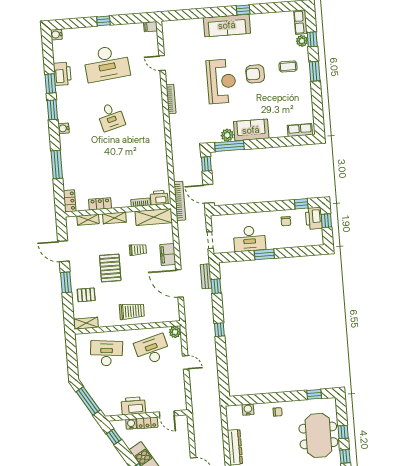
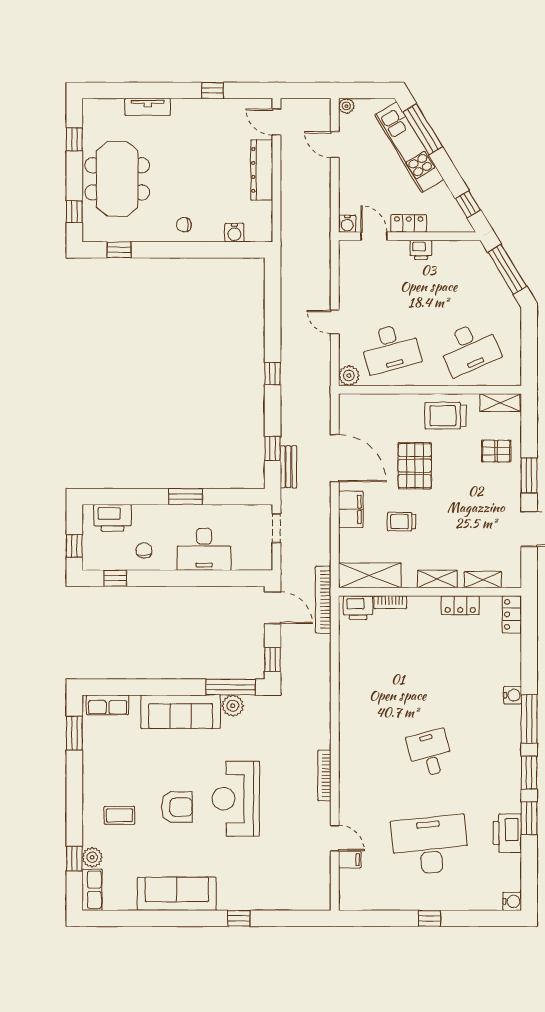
window: (243, 10) -> (239, 918), moved
sofa: (227, 25) -> (177, 894), moved
filing cabinet: (150, 27) -> (350, 860), moved
window: (315, 71) -> (74, 733), moved
water cooler: (64, 128) -> (512, 695), moved
sofa: (251, 130) -> (181, 712), width x1.36
window: (57, 164) -> (529, 719), moved
printer: (314, 218) -> (112, 518), moved, turned 90
desk: (249, 239) -> (204, 549), moved, turned 180
pallet: (110, 268) -> (415, 466), moved
trolley: (132, 311) -> (446, 416), moved
desk: (106, 353) -> (469, 348), turned -30
printer: (133, 406) -> (421, 250), width x0.53, depth x0.68
water cooler: (131, 424) -> (347, 224), moved
window: (343, 432) -> (74, 212), moved

